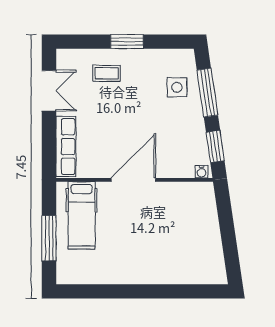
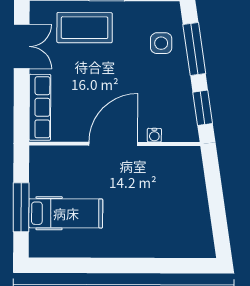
coffee table: (107, 73) -> (85, 28), width x1.86, depth x1.72
water cooler: (202, 172) -> (154, 135), moved
hospital bed: (82, 215) -> (66, 213), moved, turned -90

